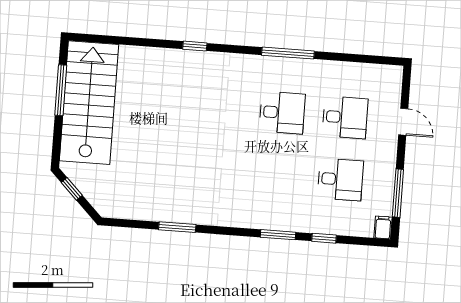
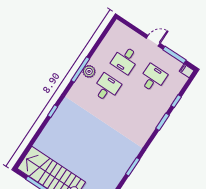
plant: (293, 69) -> (89, 71), added
desk: (345, 117) -> (125, 60), turned 180
door: (403, 122) -> (153, 41), moved

